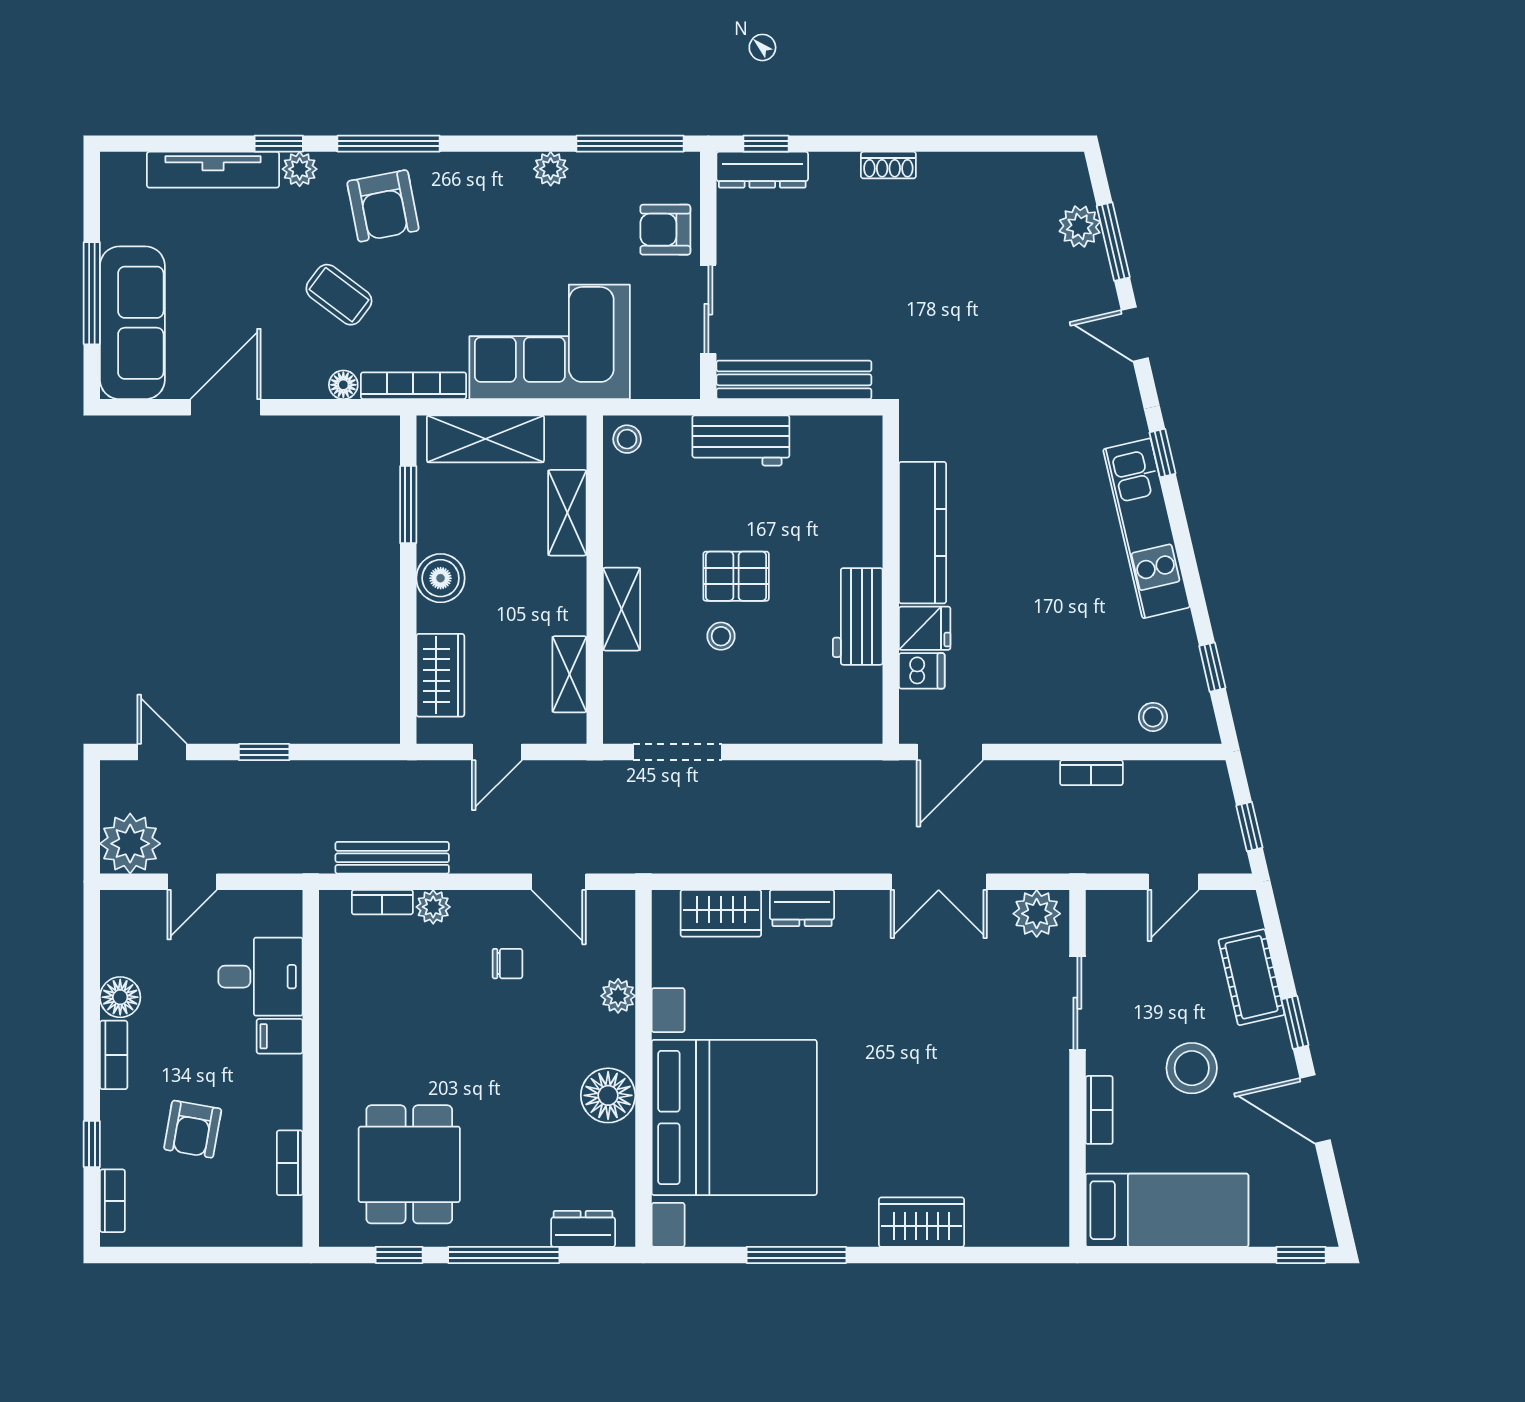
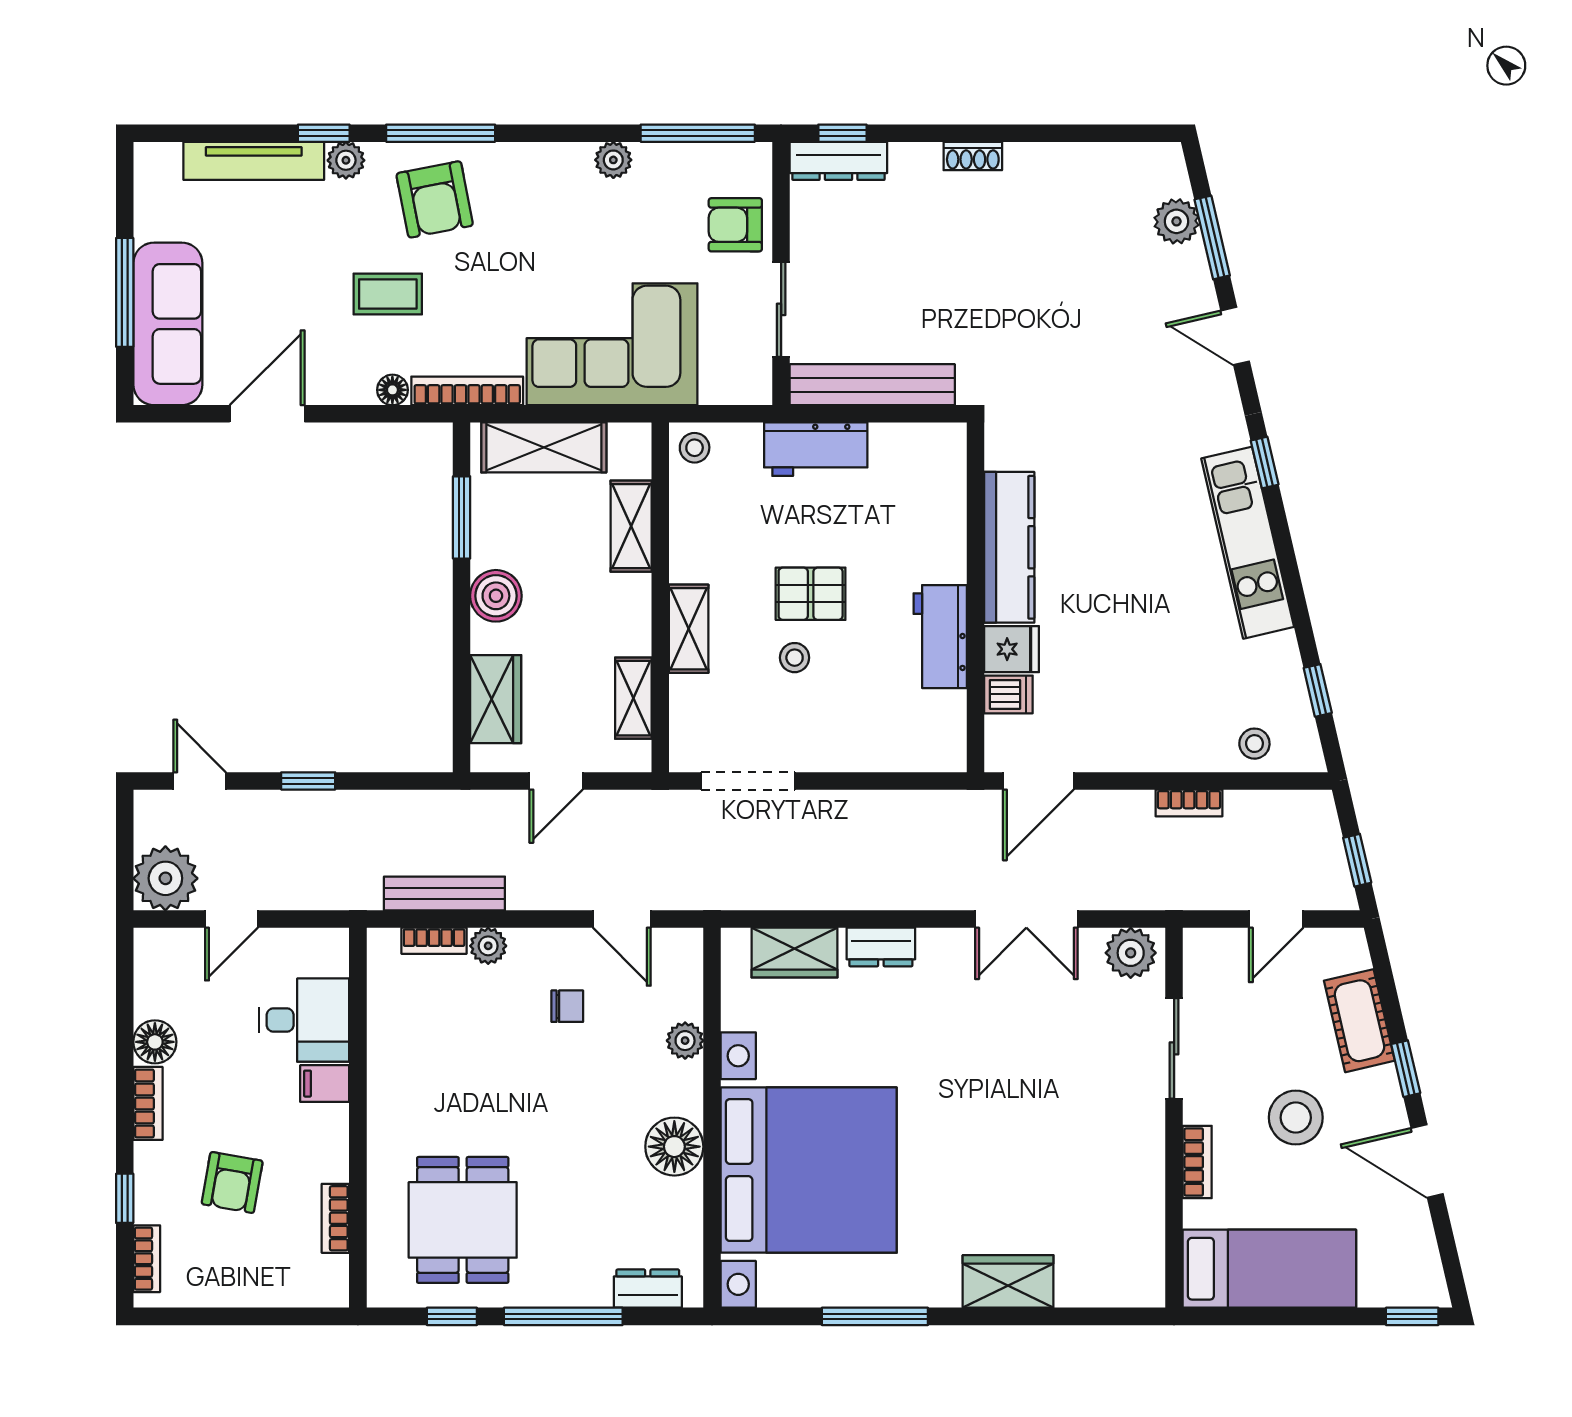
coffee table: (339, 295) -> (388, 294), turned -37

